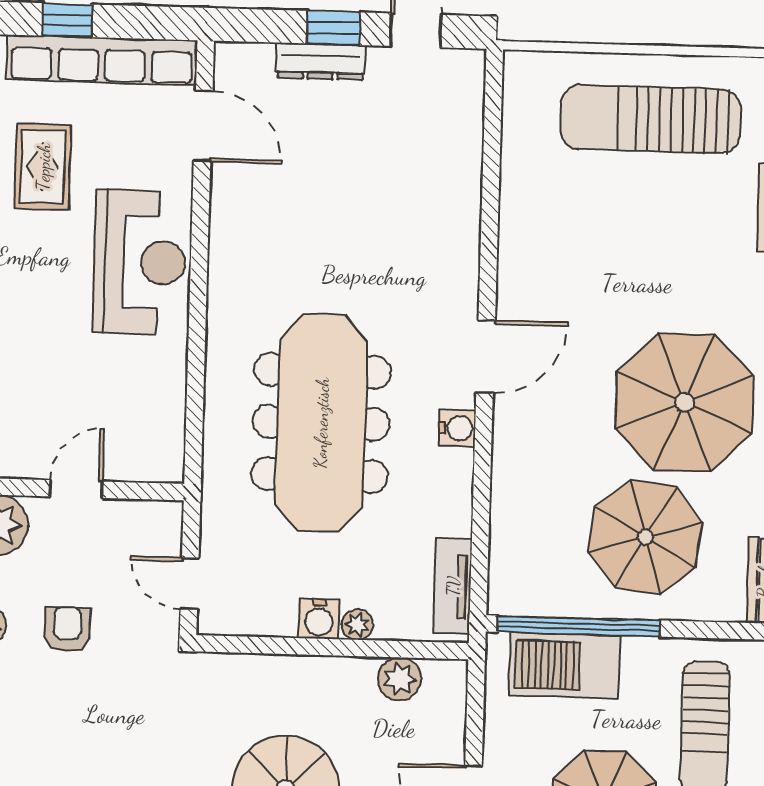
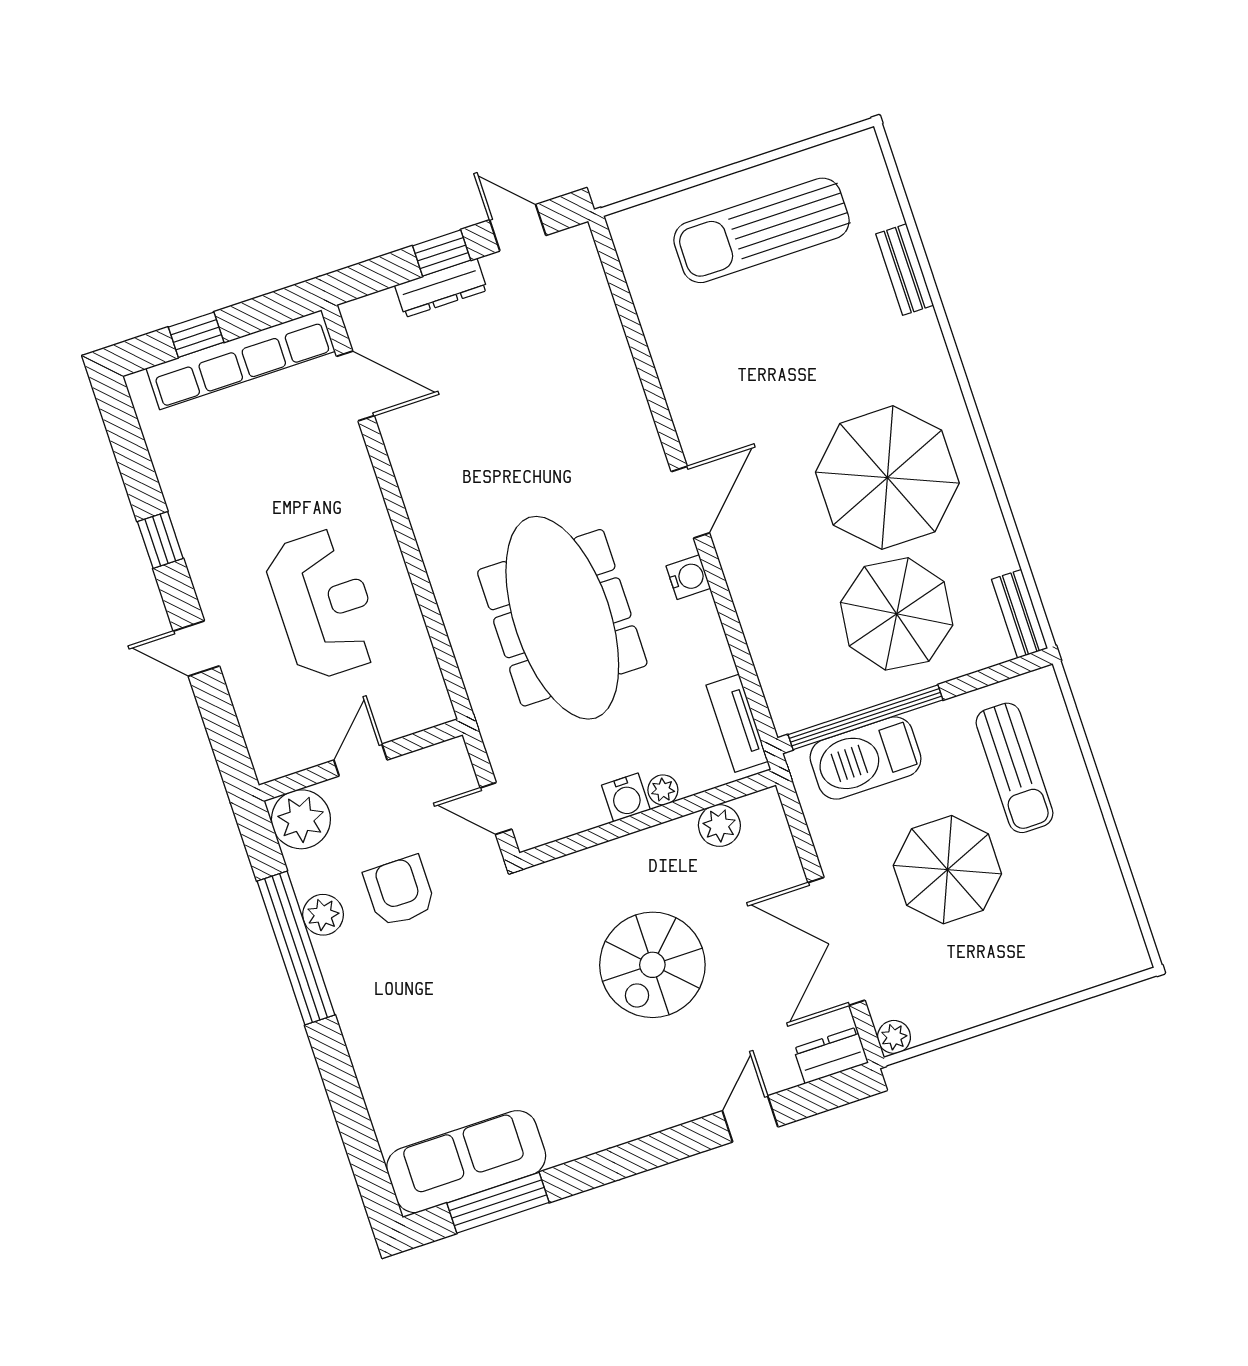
rug: (43, 167) -> (222, 477), removed
reception desk: (140, 262) -> (324, 604), moved
armchair: (67, 629) -> (400, 891), width x1.38, depth x1.38

